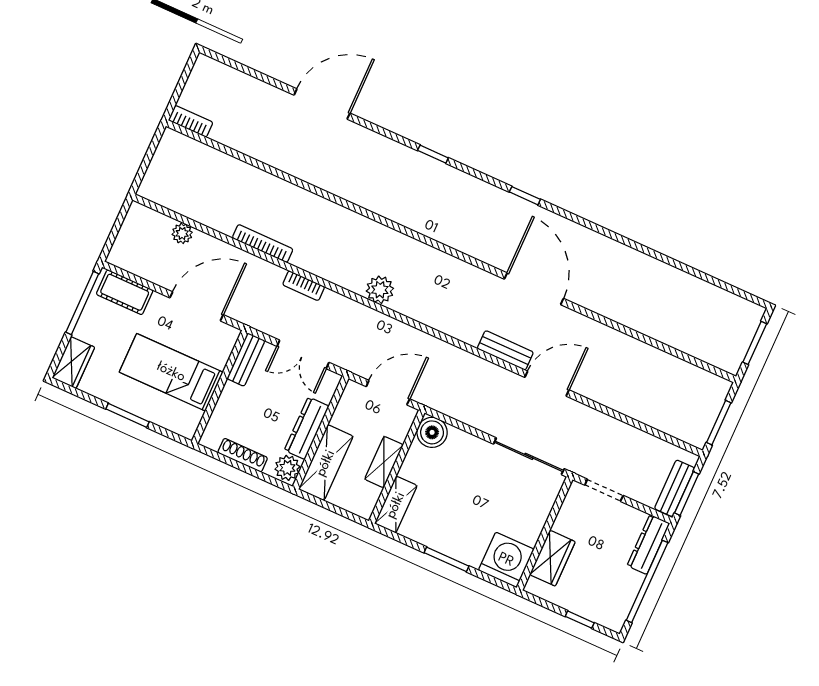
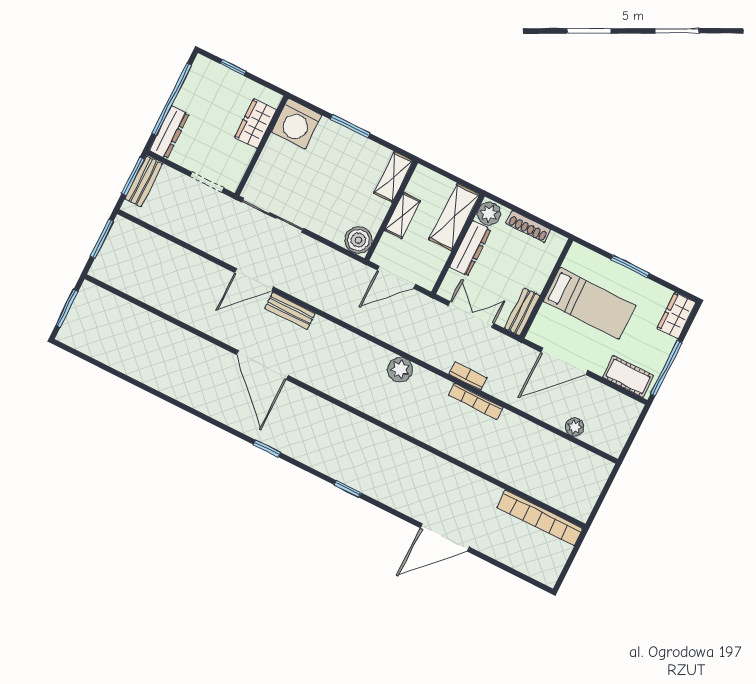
bookcase: (191, 121) -> (540, 518), width x2.31, depth x1.31
bookcase: (263, 244) -> (476, 401), moved

